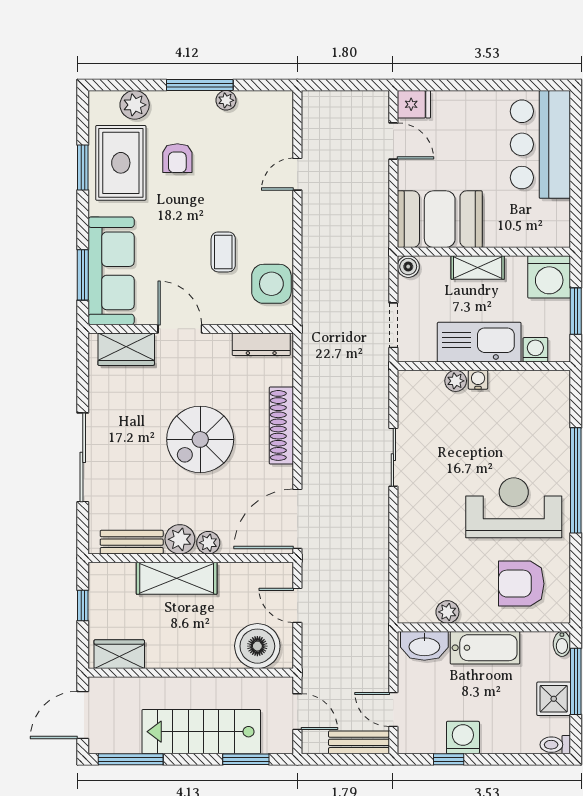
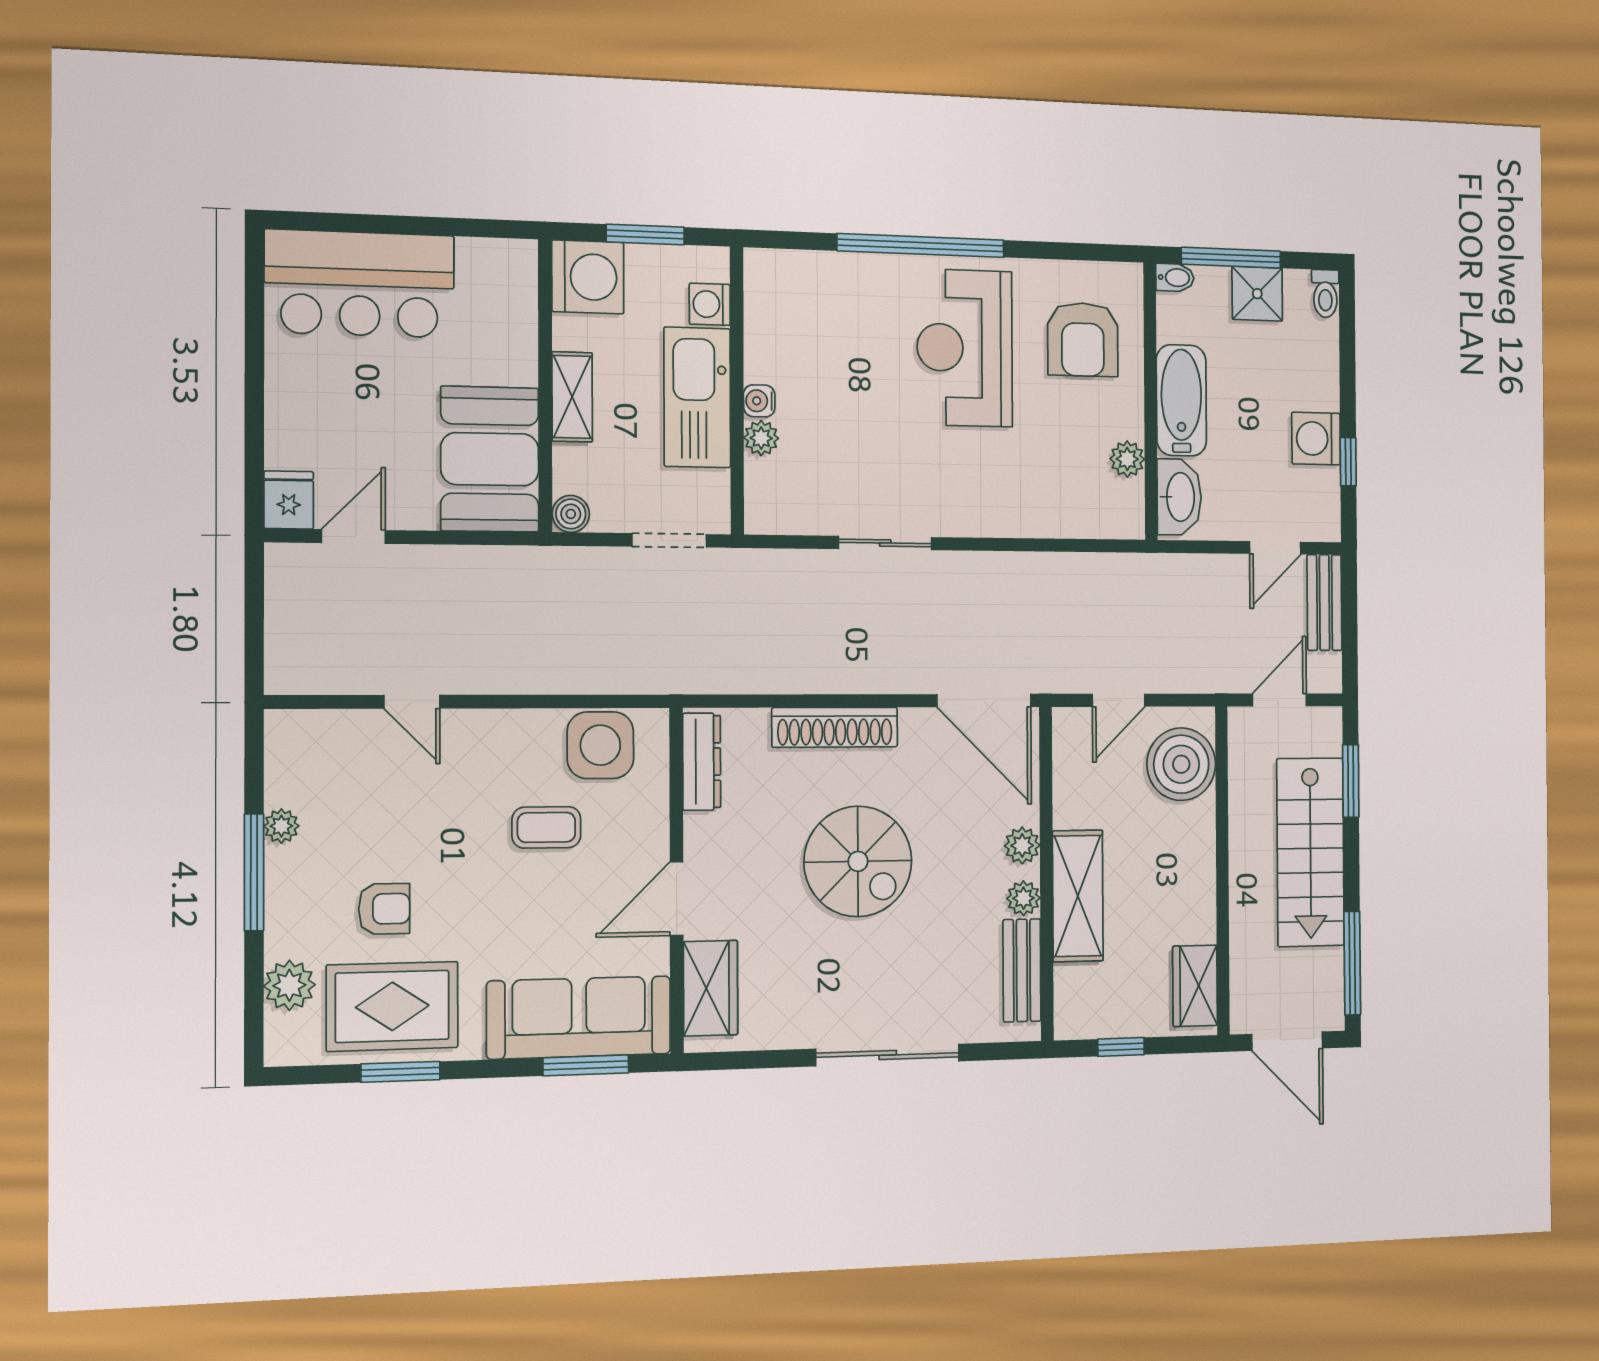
plant: (180, 539) -> (1023, 898), width x0.73, depth x0.73

